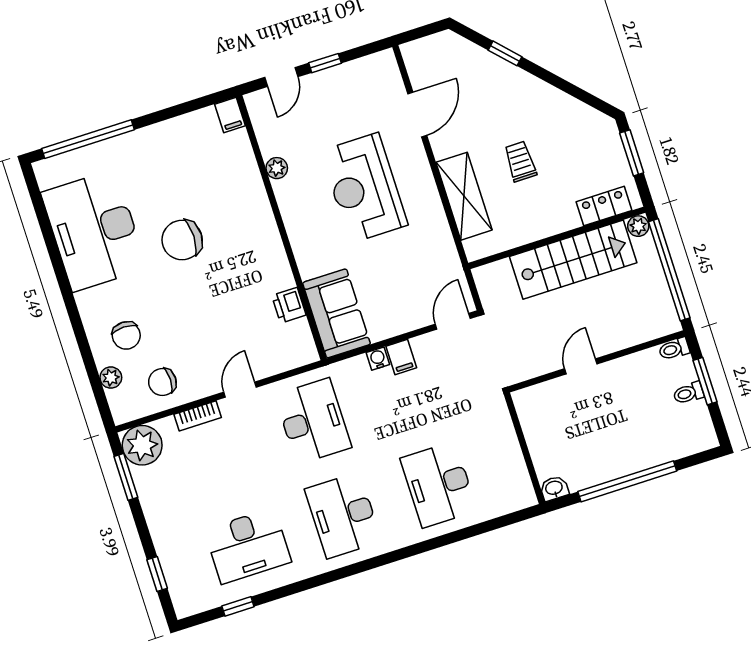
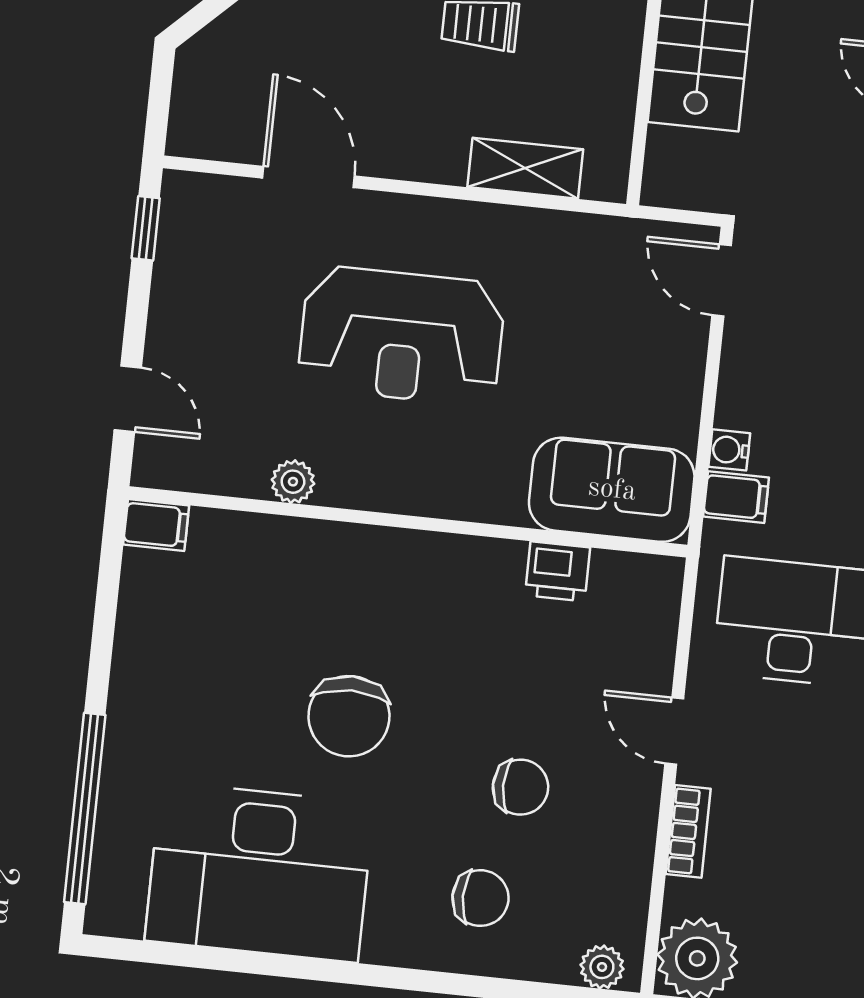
window: (325, 63) -> (146, 228), moved
shelving: (464, 196) -> (525, 168), width x0.67, depth x0.75
filing cabinet: (401, 357) -> (736, 497), moved
plant: (111, 378) -> (602, 967), moved
chair: (162, 382) -> (520, 787), moved, turned -90

